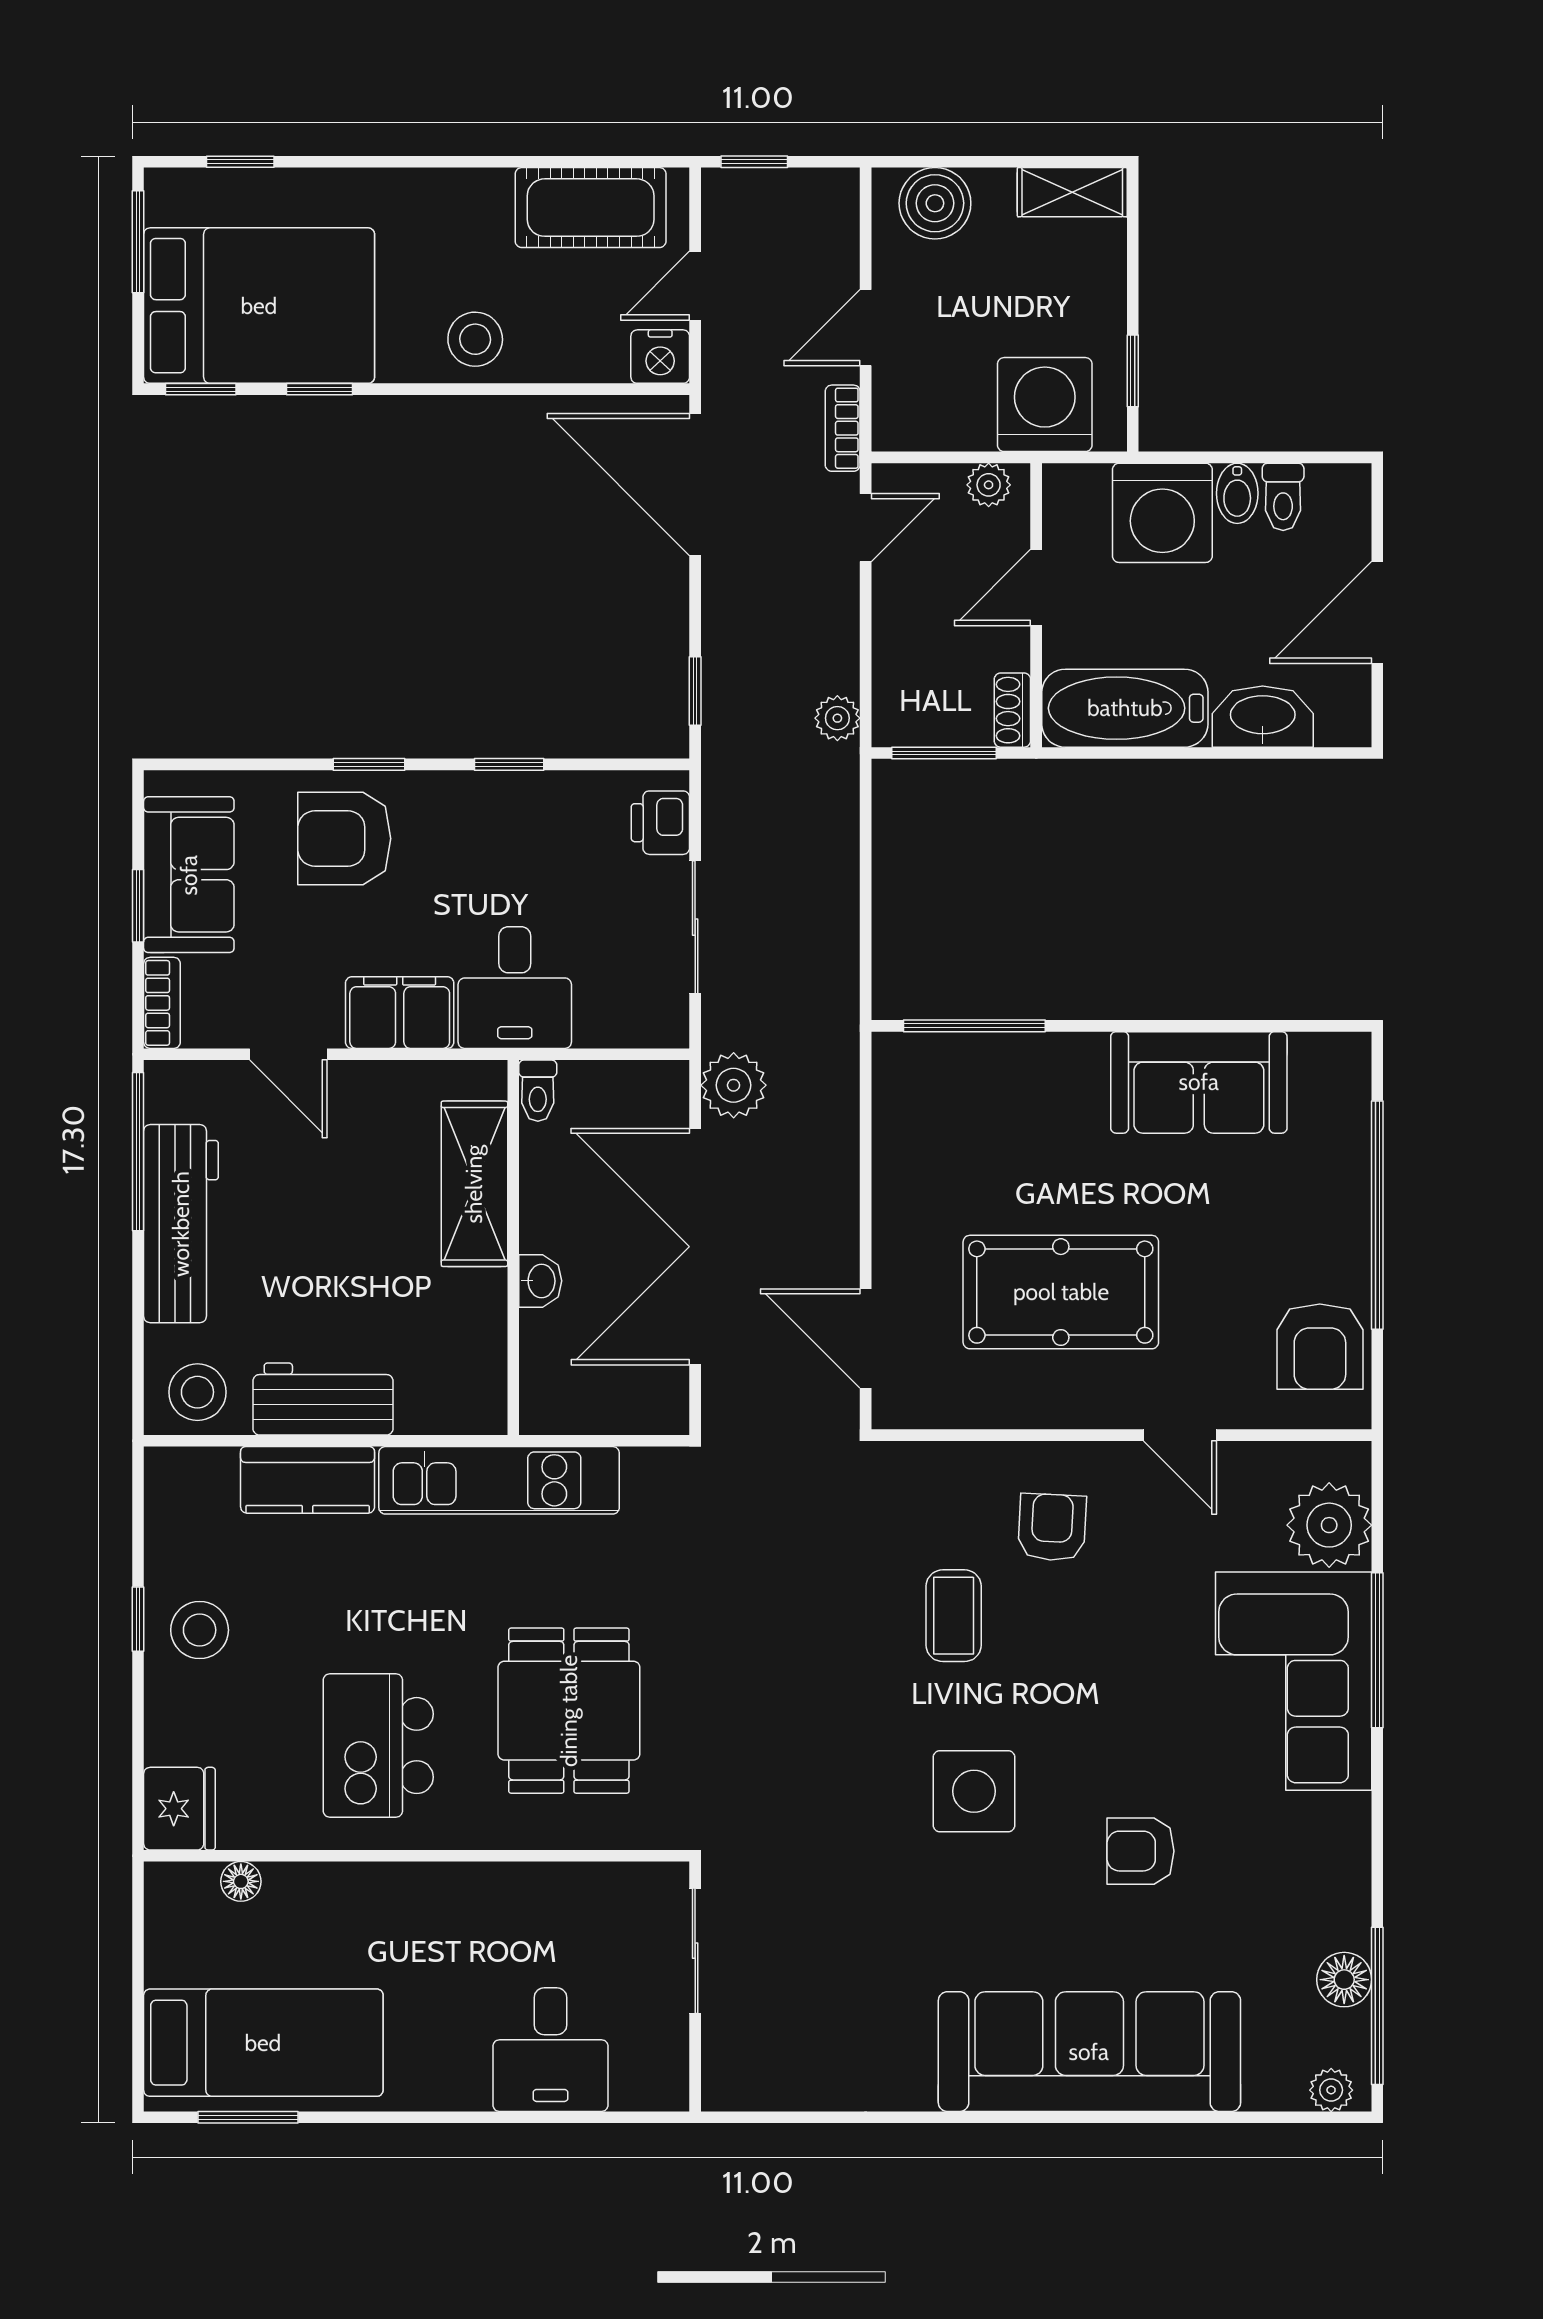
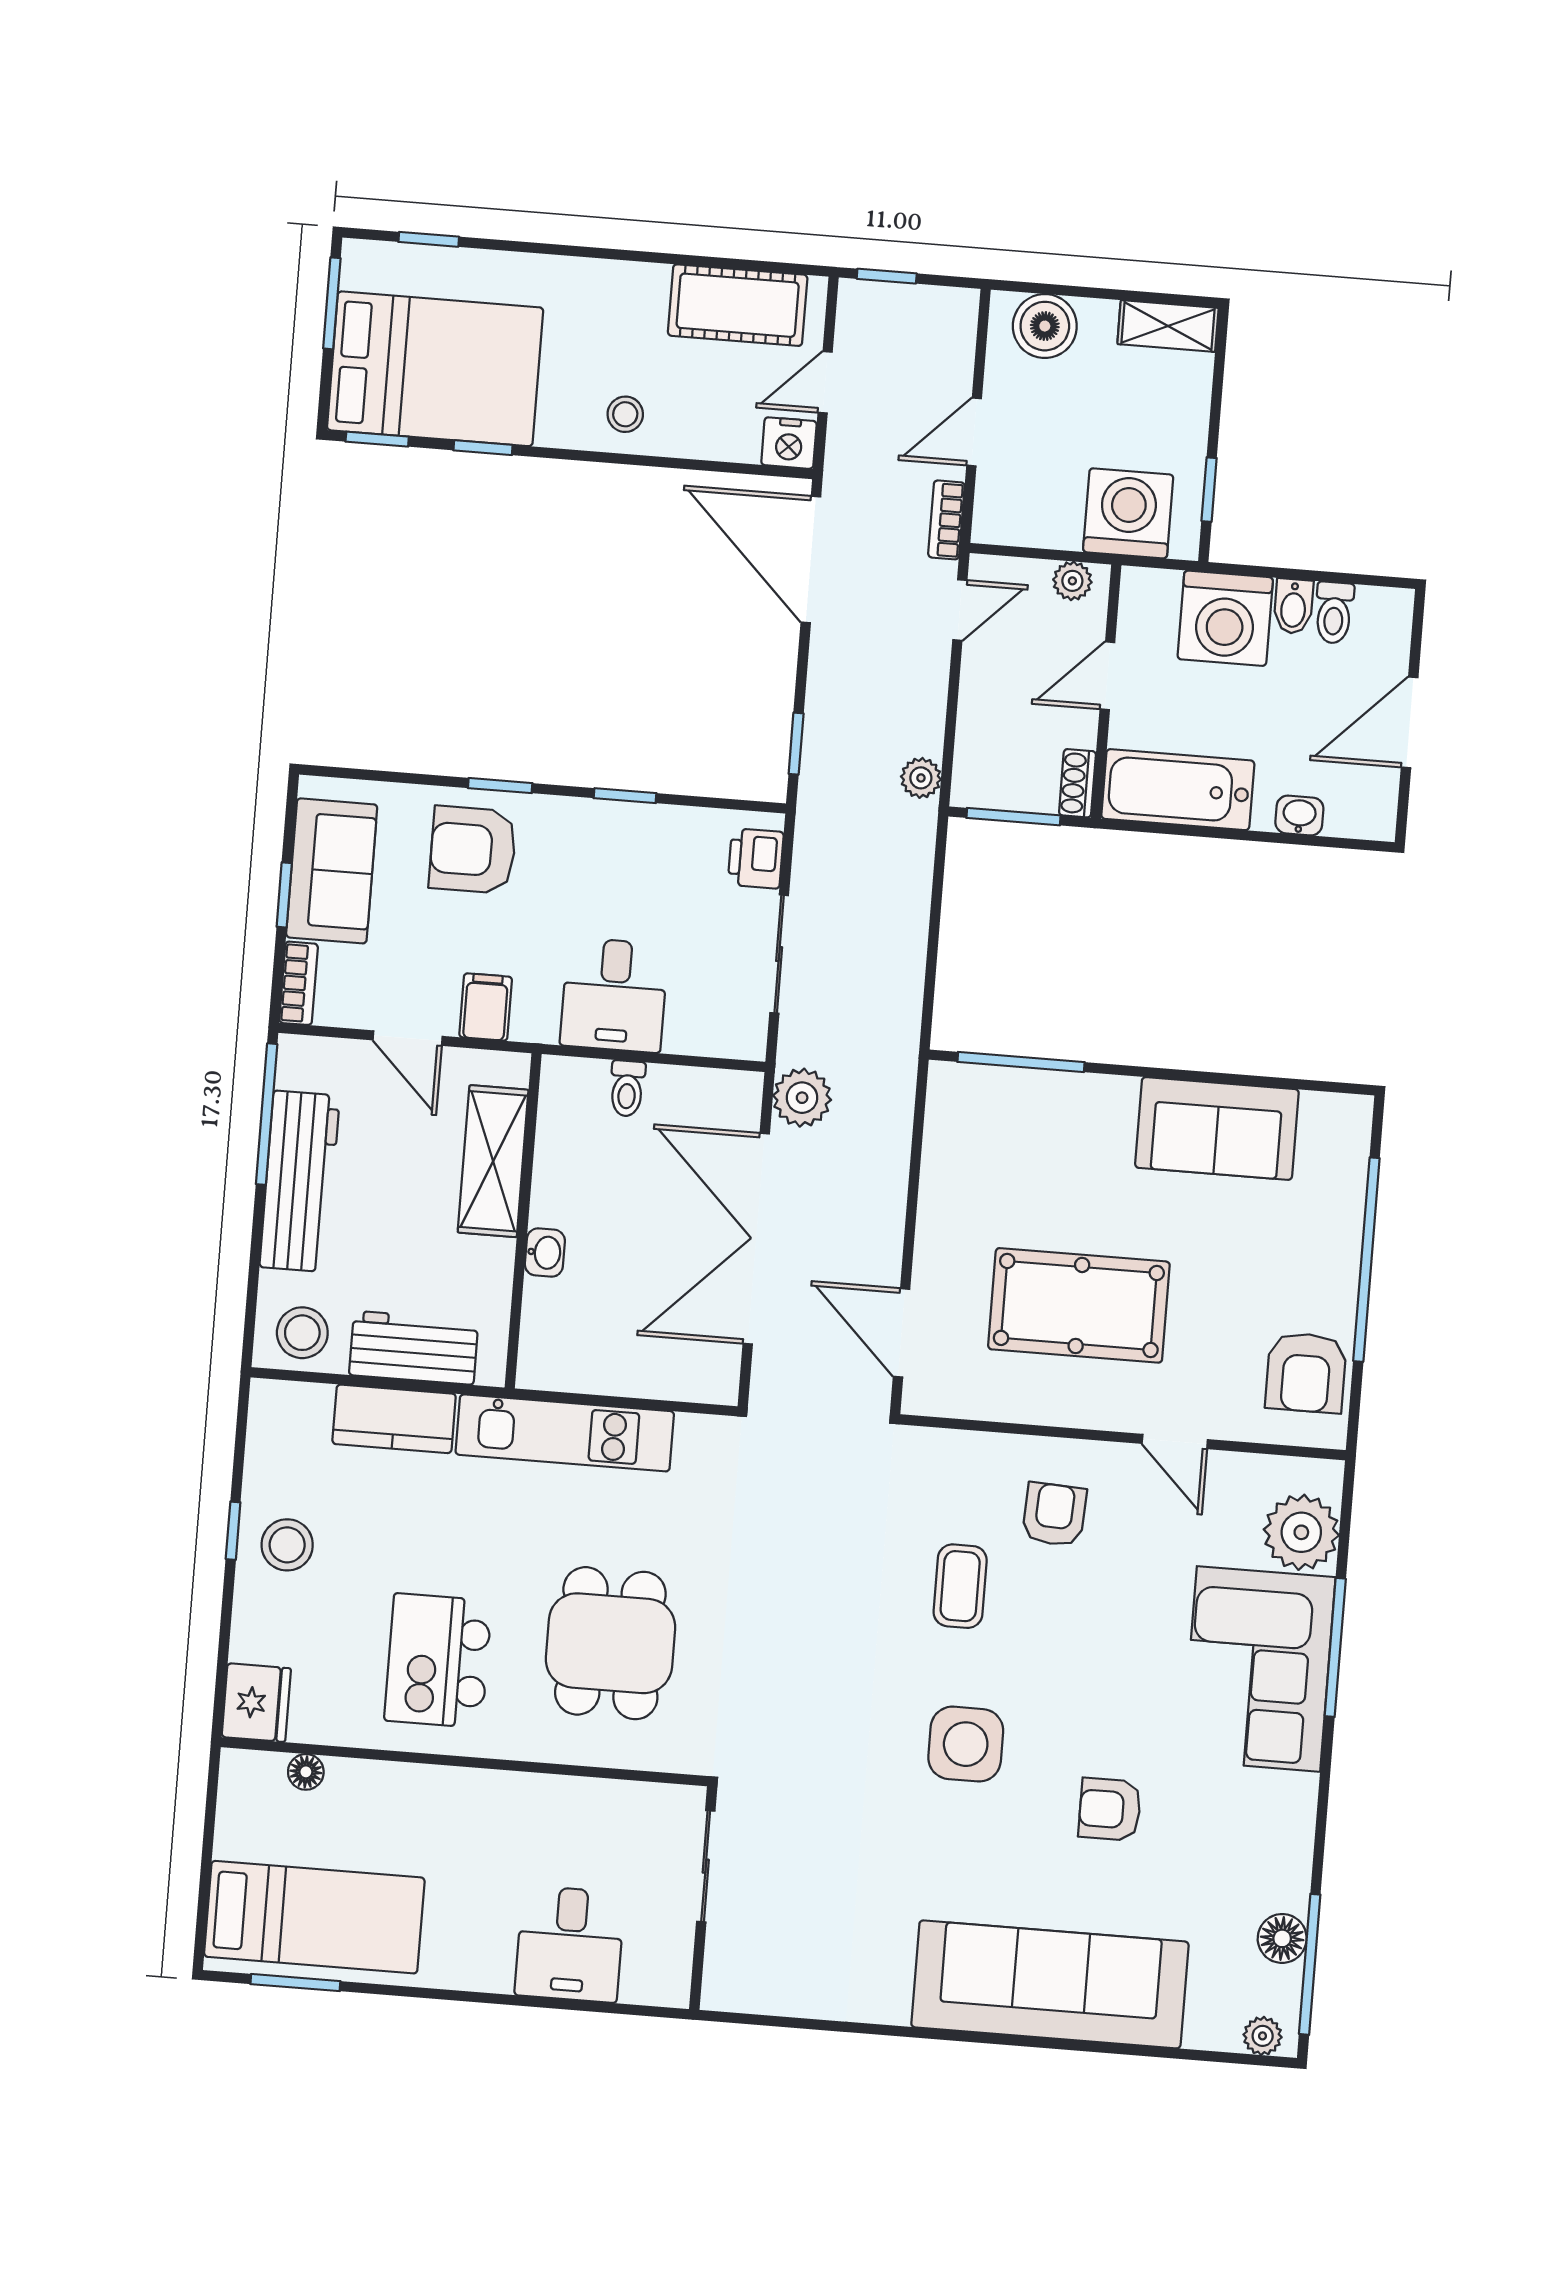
stool: (475, 339) -> (625, 414), width x0.73, depth x0.73
washbasin: (1263, 717) -> (1299, 815), width x0.52, depth x0.69
filing cabinet: (400, 1013) -> (486, 1007), width x0.50
shelving: (474, 1184) -> (493, 1161), moved
wall: (513, 1248) -> (523, 1221), moved
washbasin: (540, 1281) -> (545, 1253), moved

